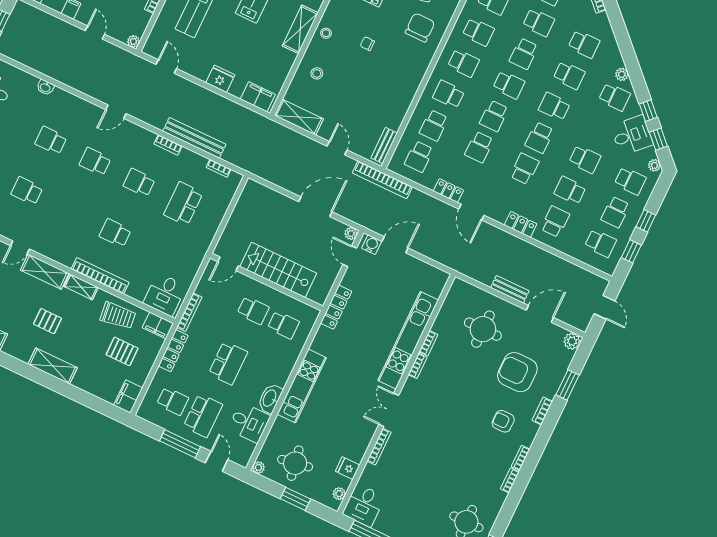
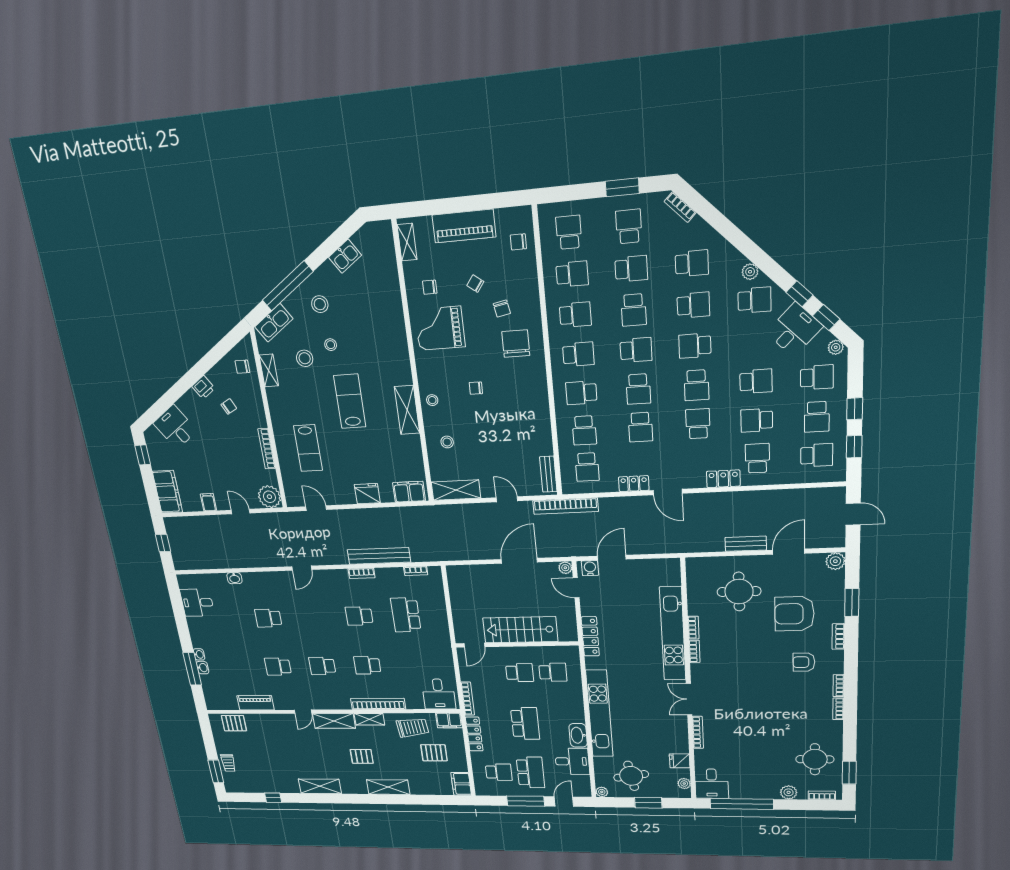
plant: (133, 41) -> (269, 497), width x1.88, depth x1.88
school desk: (95, 162) -> (322, 666), moved
kitchen unit: (302, 386) -> (599, 714), width x1.36
door: (217, 461) -> (564, 802), hinge flipped

